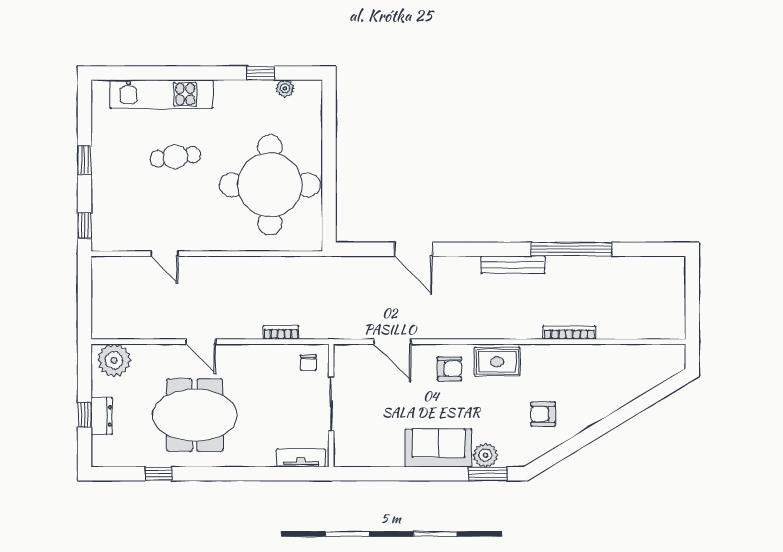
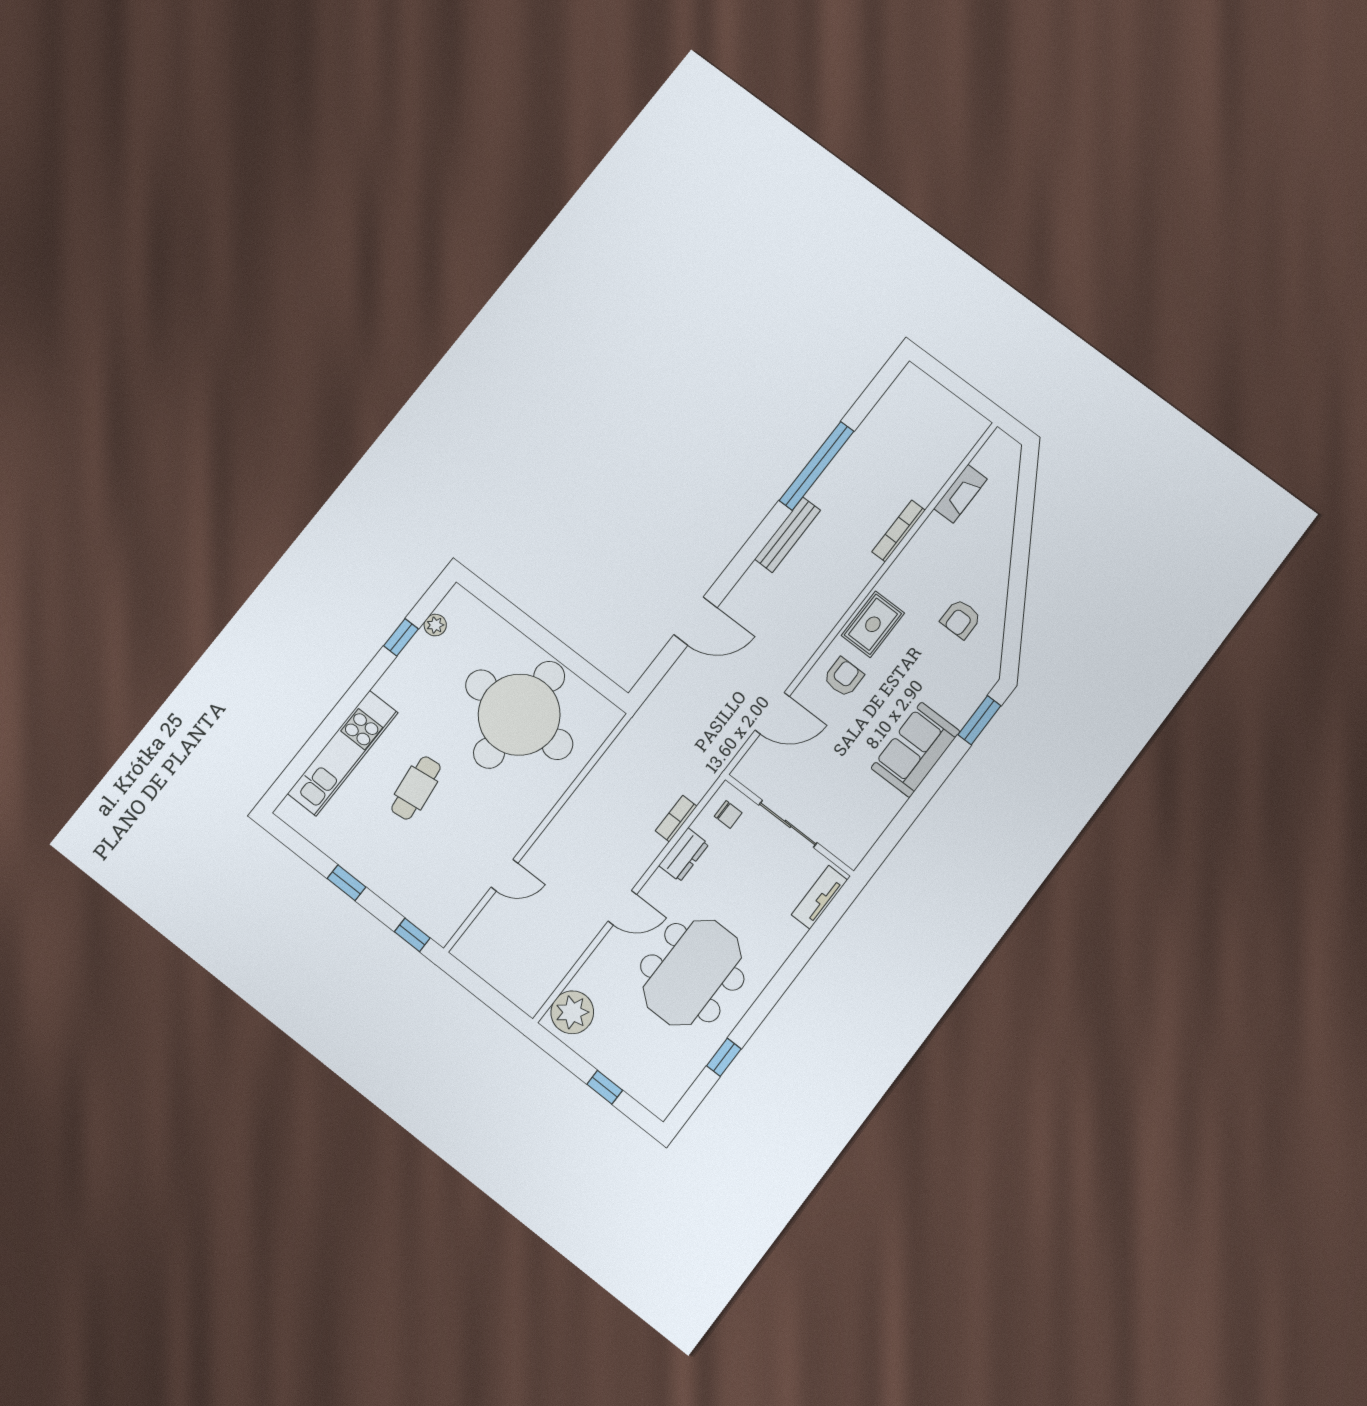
fireplace: (623, 354) -> (960, 494), added
dresser: (102, 416) -> (684, 855), moved, turned 90
plant: (486, 455) -> (959, 708), removed

